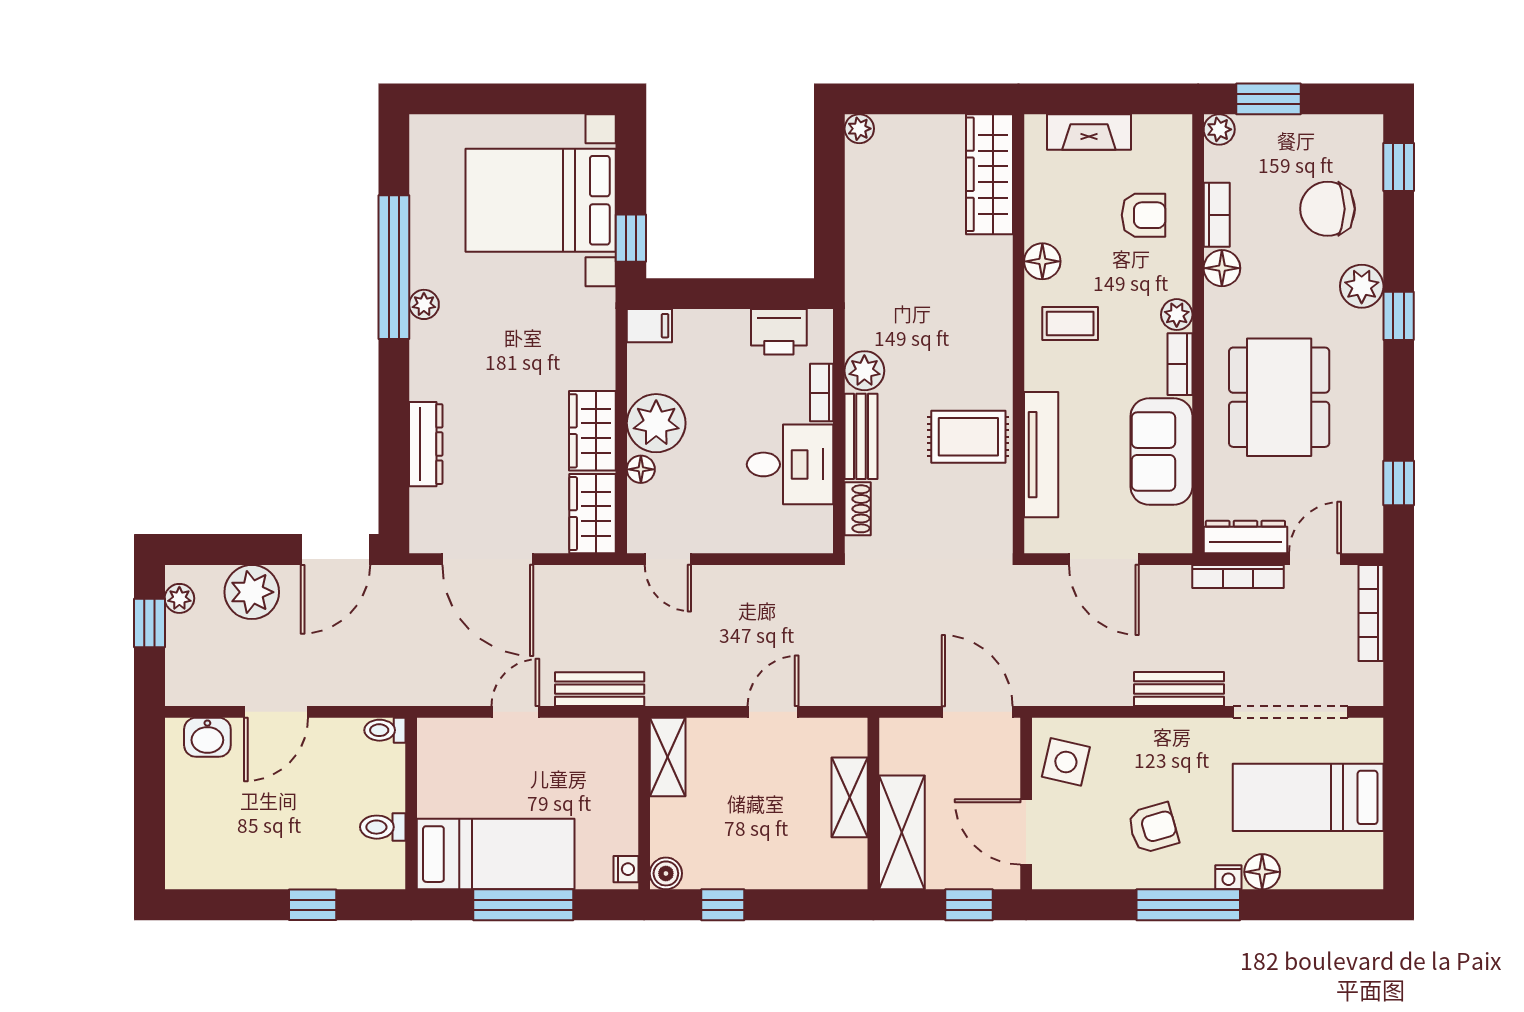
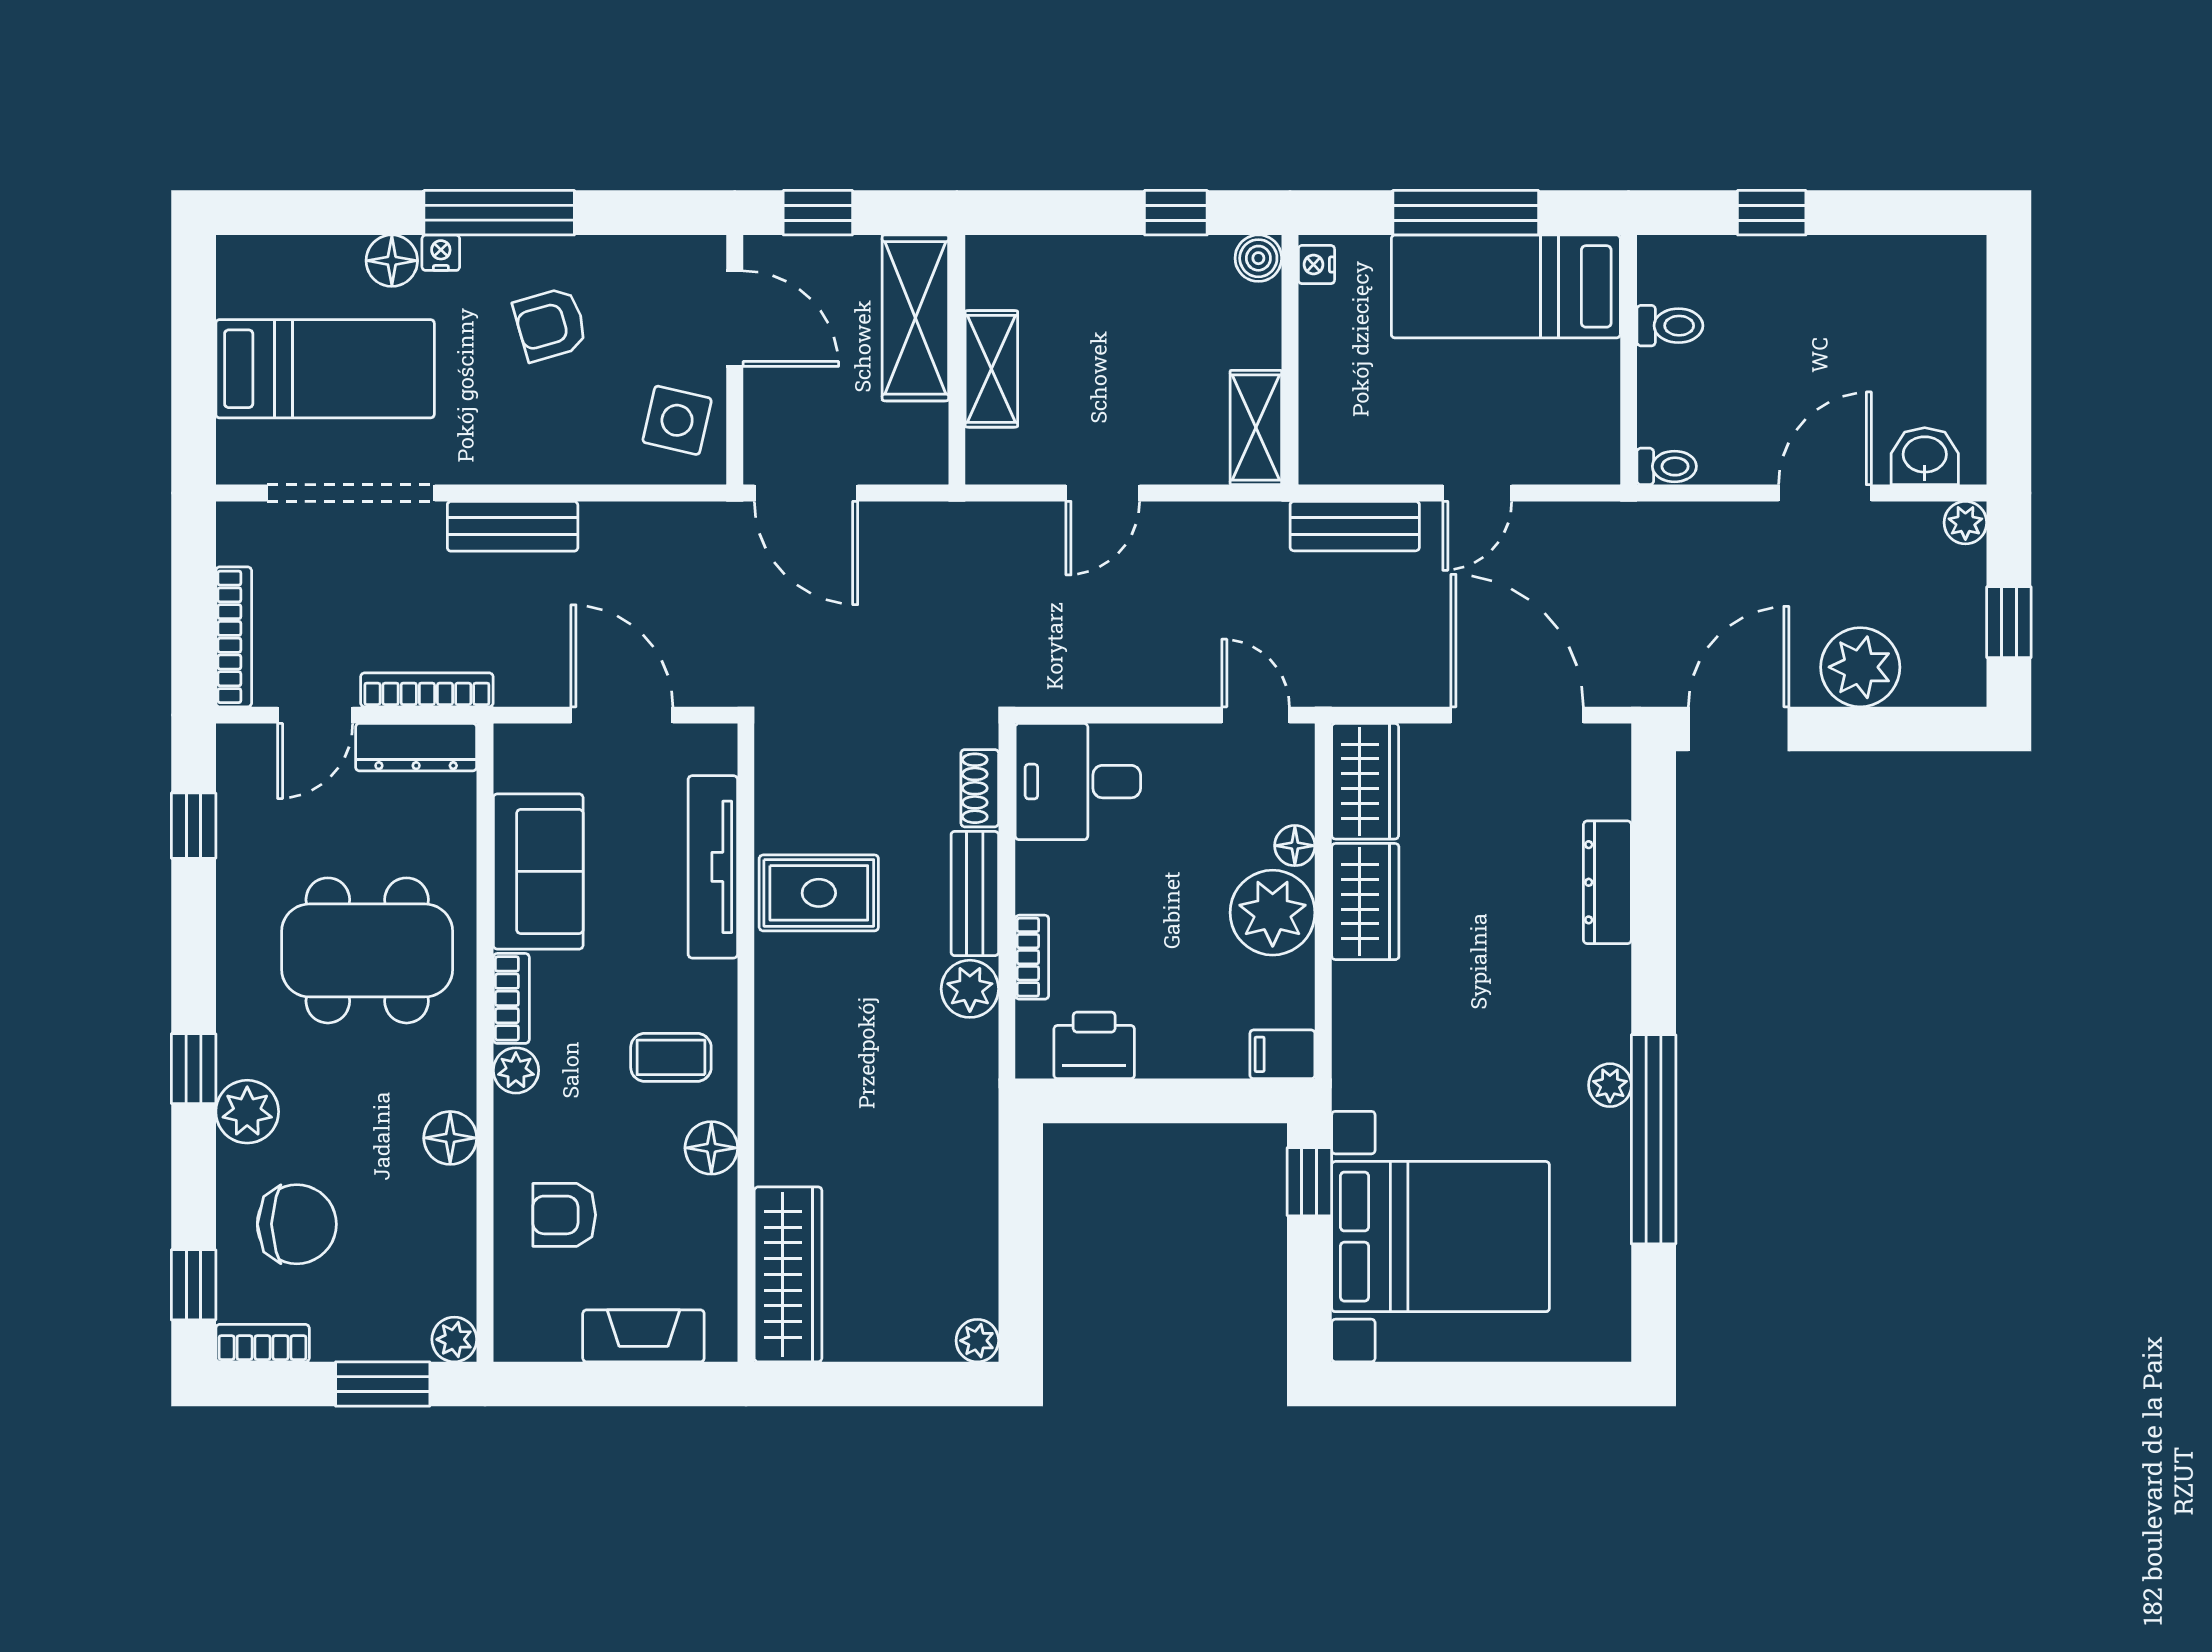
bookcase: (1217, 215) -> (263, 1343), moved, turned 90
dining table: (1279, 397) -> (367, 950), turned 90
desk: (790, 464) -> (1078, 782), moved
plant: (179, 598) -> (1965, 523), moved

